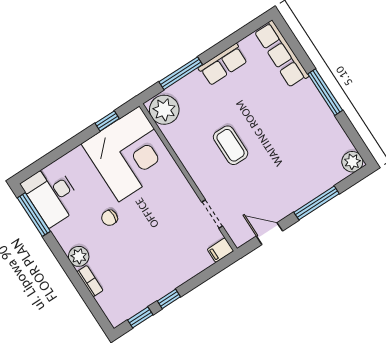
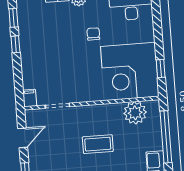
window: (181, 73) -> (166, 137), width x1.46
plant: (164, 110) -> (135, 113), moved

